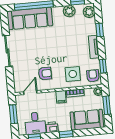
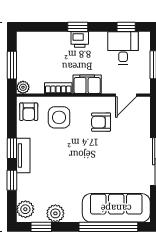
window: (103, 66) -> (12, 148), moved
filing cabinet: (61, 97) -> (87, 84), width x2.00
sofa: (87, 120) -> (44, 46), removed
printer: (52, 127) -> (80, 40), moved

